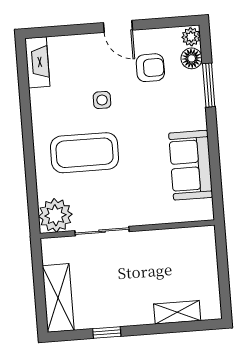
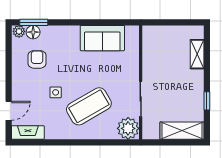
door: (118, 26) -> (9, 111), moved
window: (209, 85) -> (34, 22), moved
coffee table: (85, 153) -> (89, 106), turned 60

